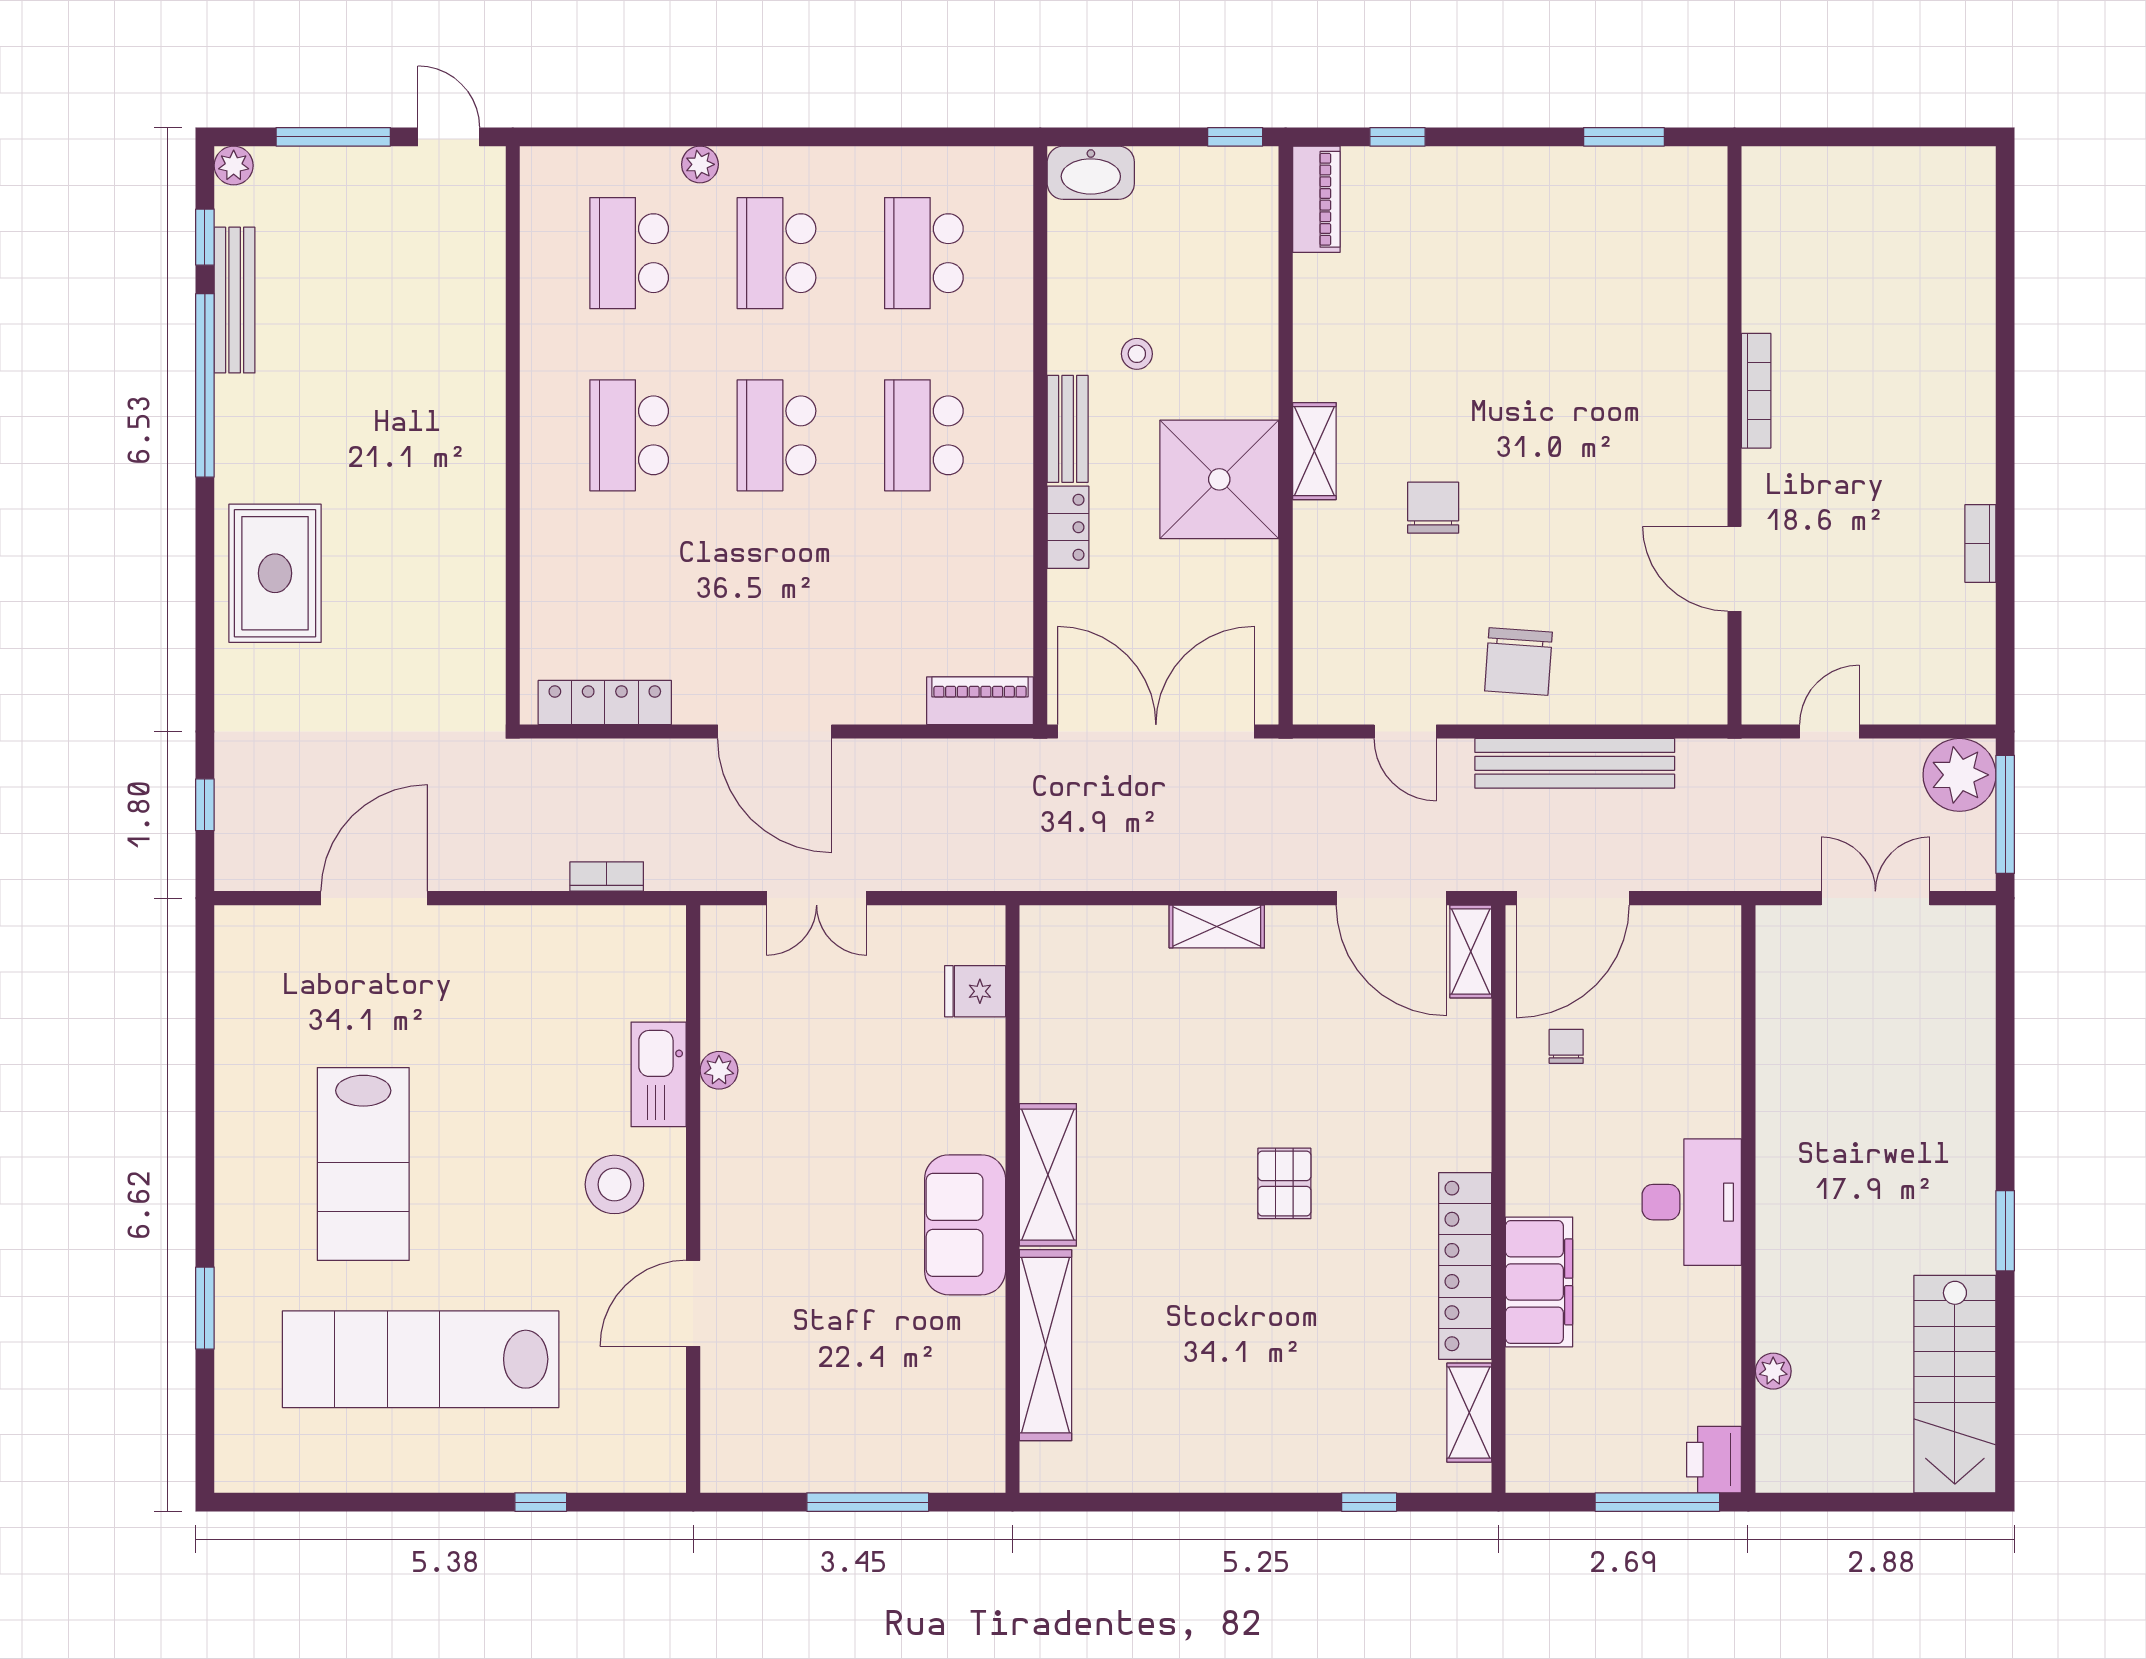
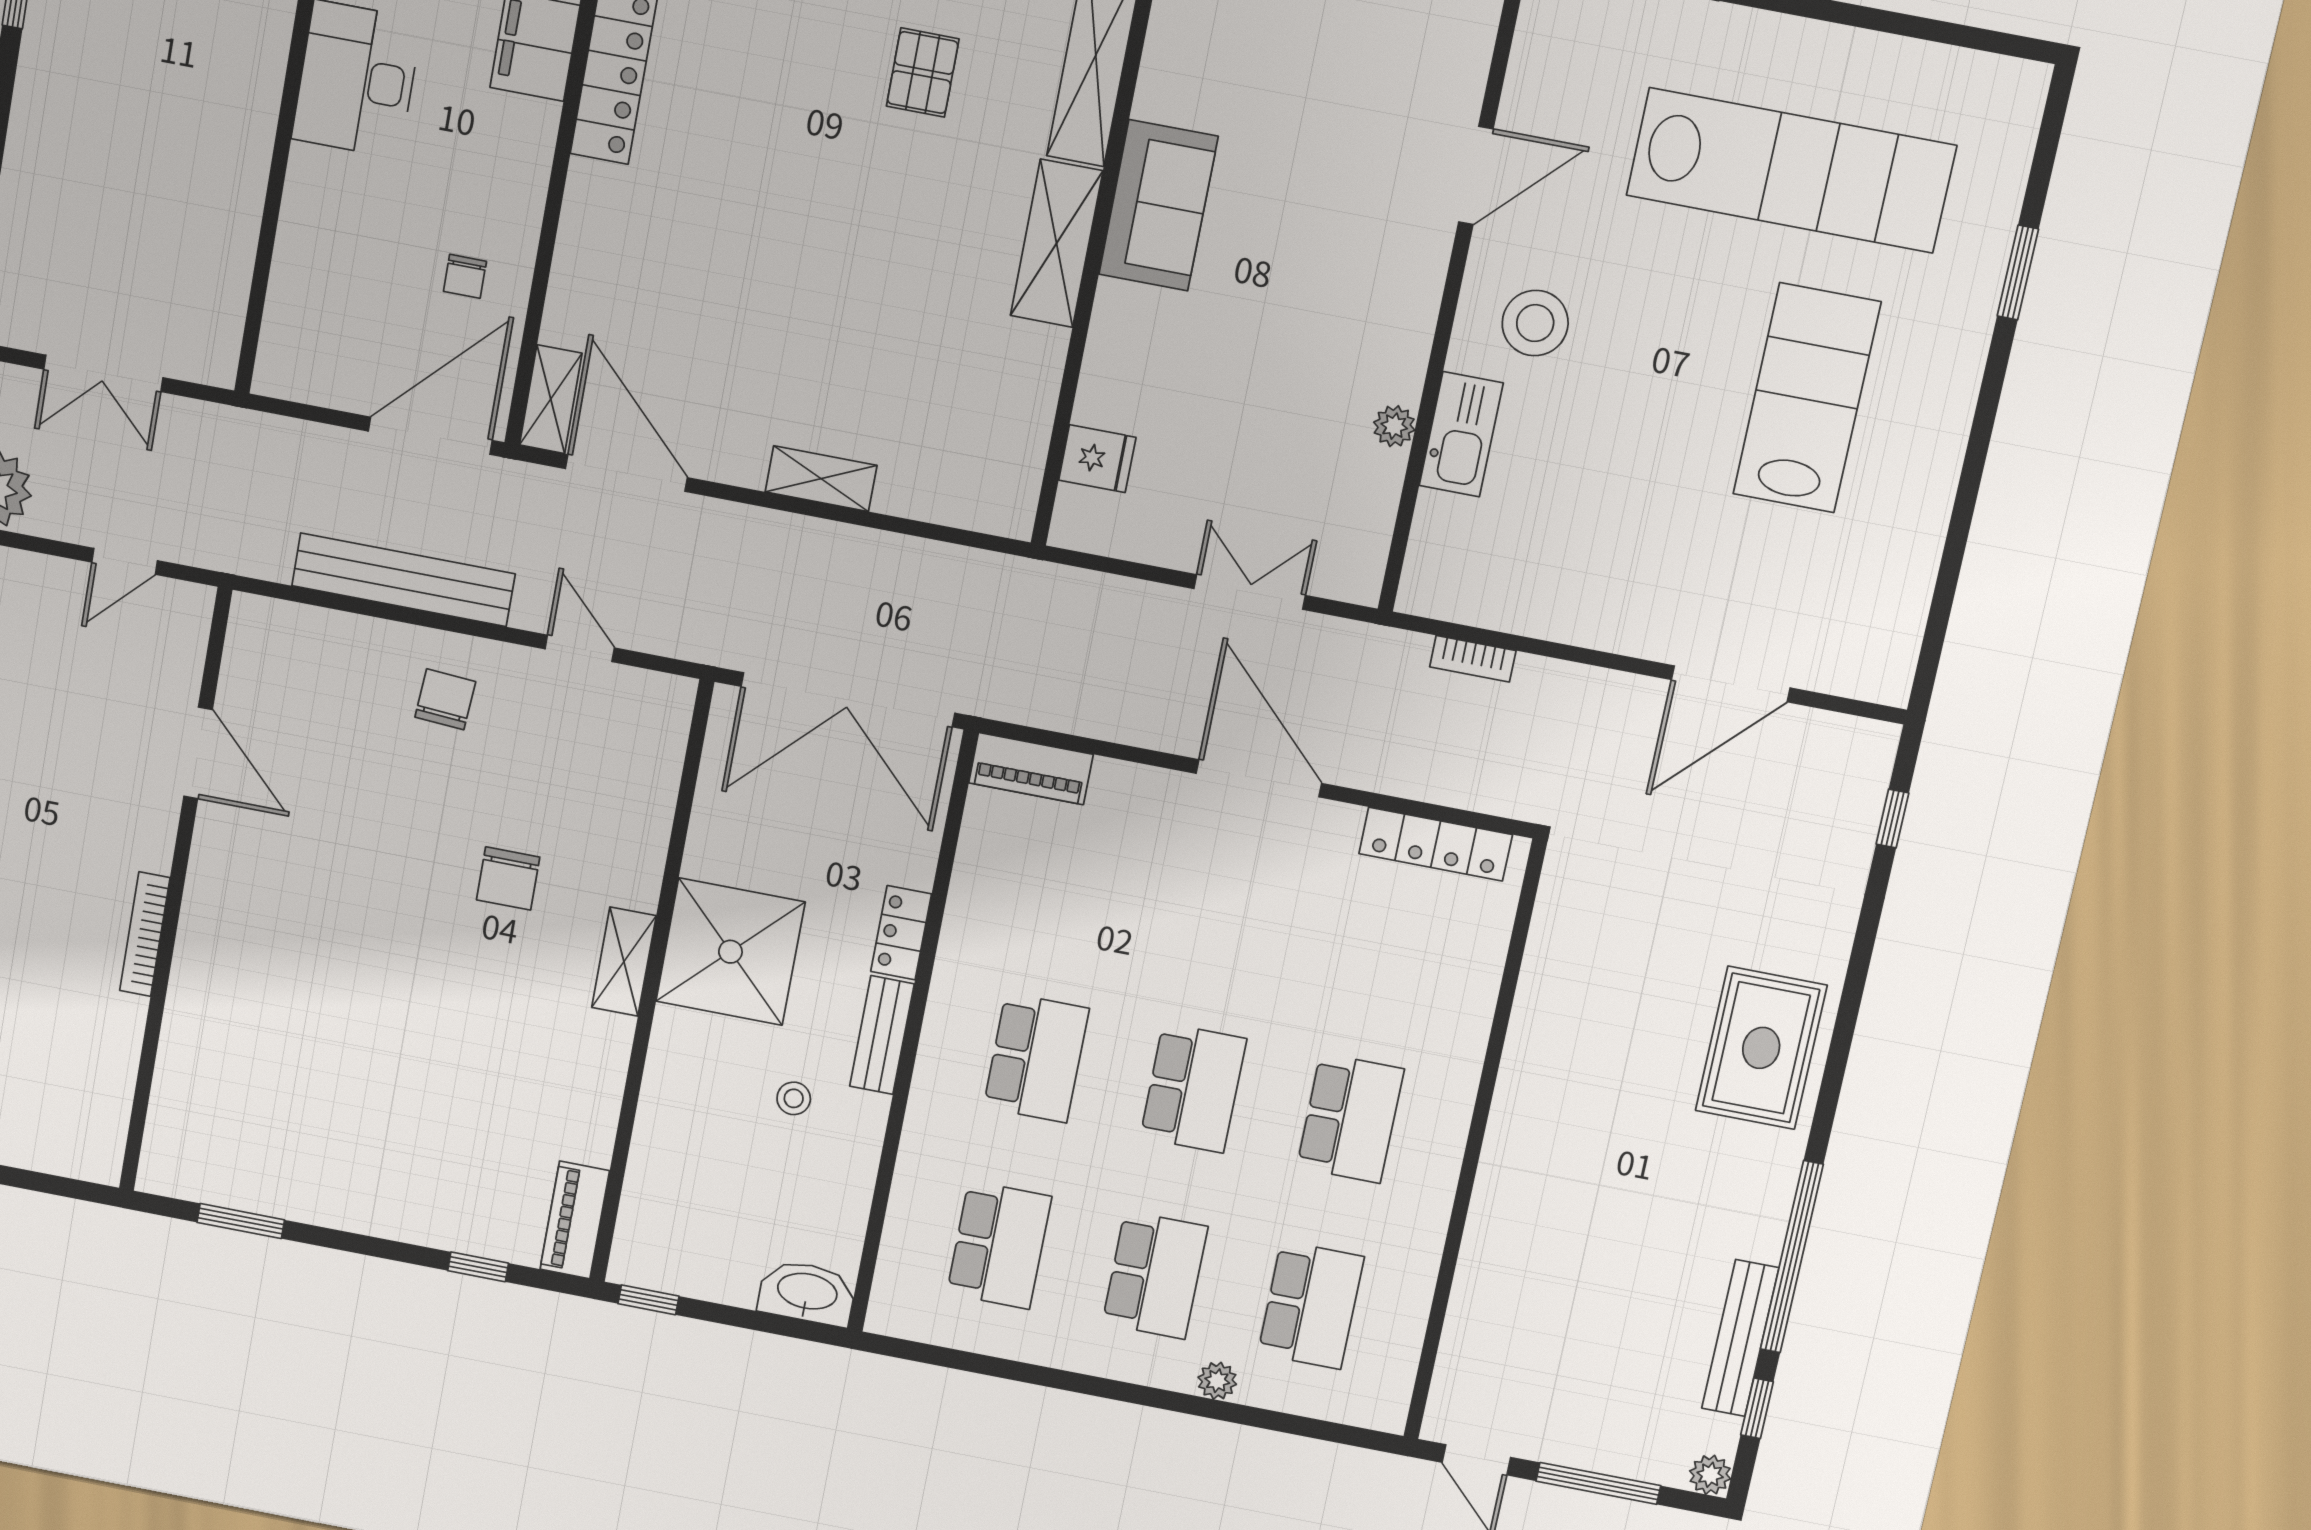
chair: (1518, 661) -> (445, 699), width x0.73, depth x0.73
pallet: (1284, 1183) -> (923, 73), moved

